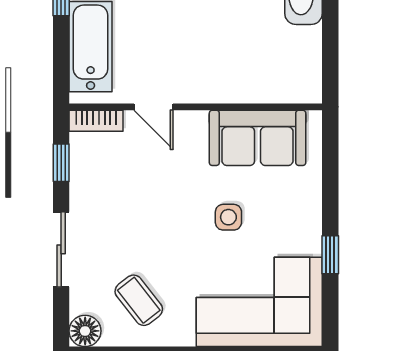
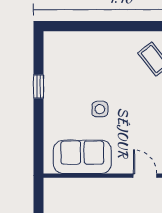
corner sofa: (259, 302) -> (81, 58), removed

